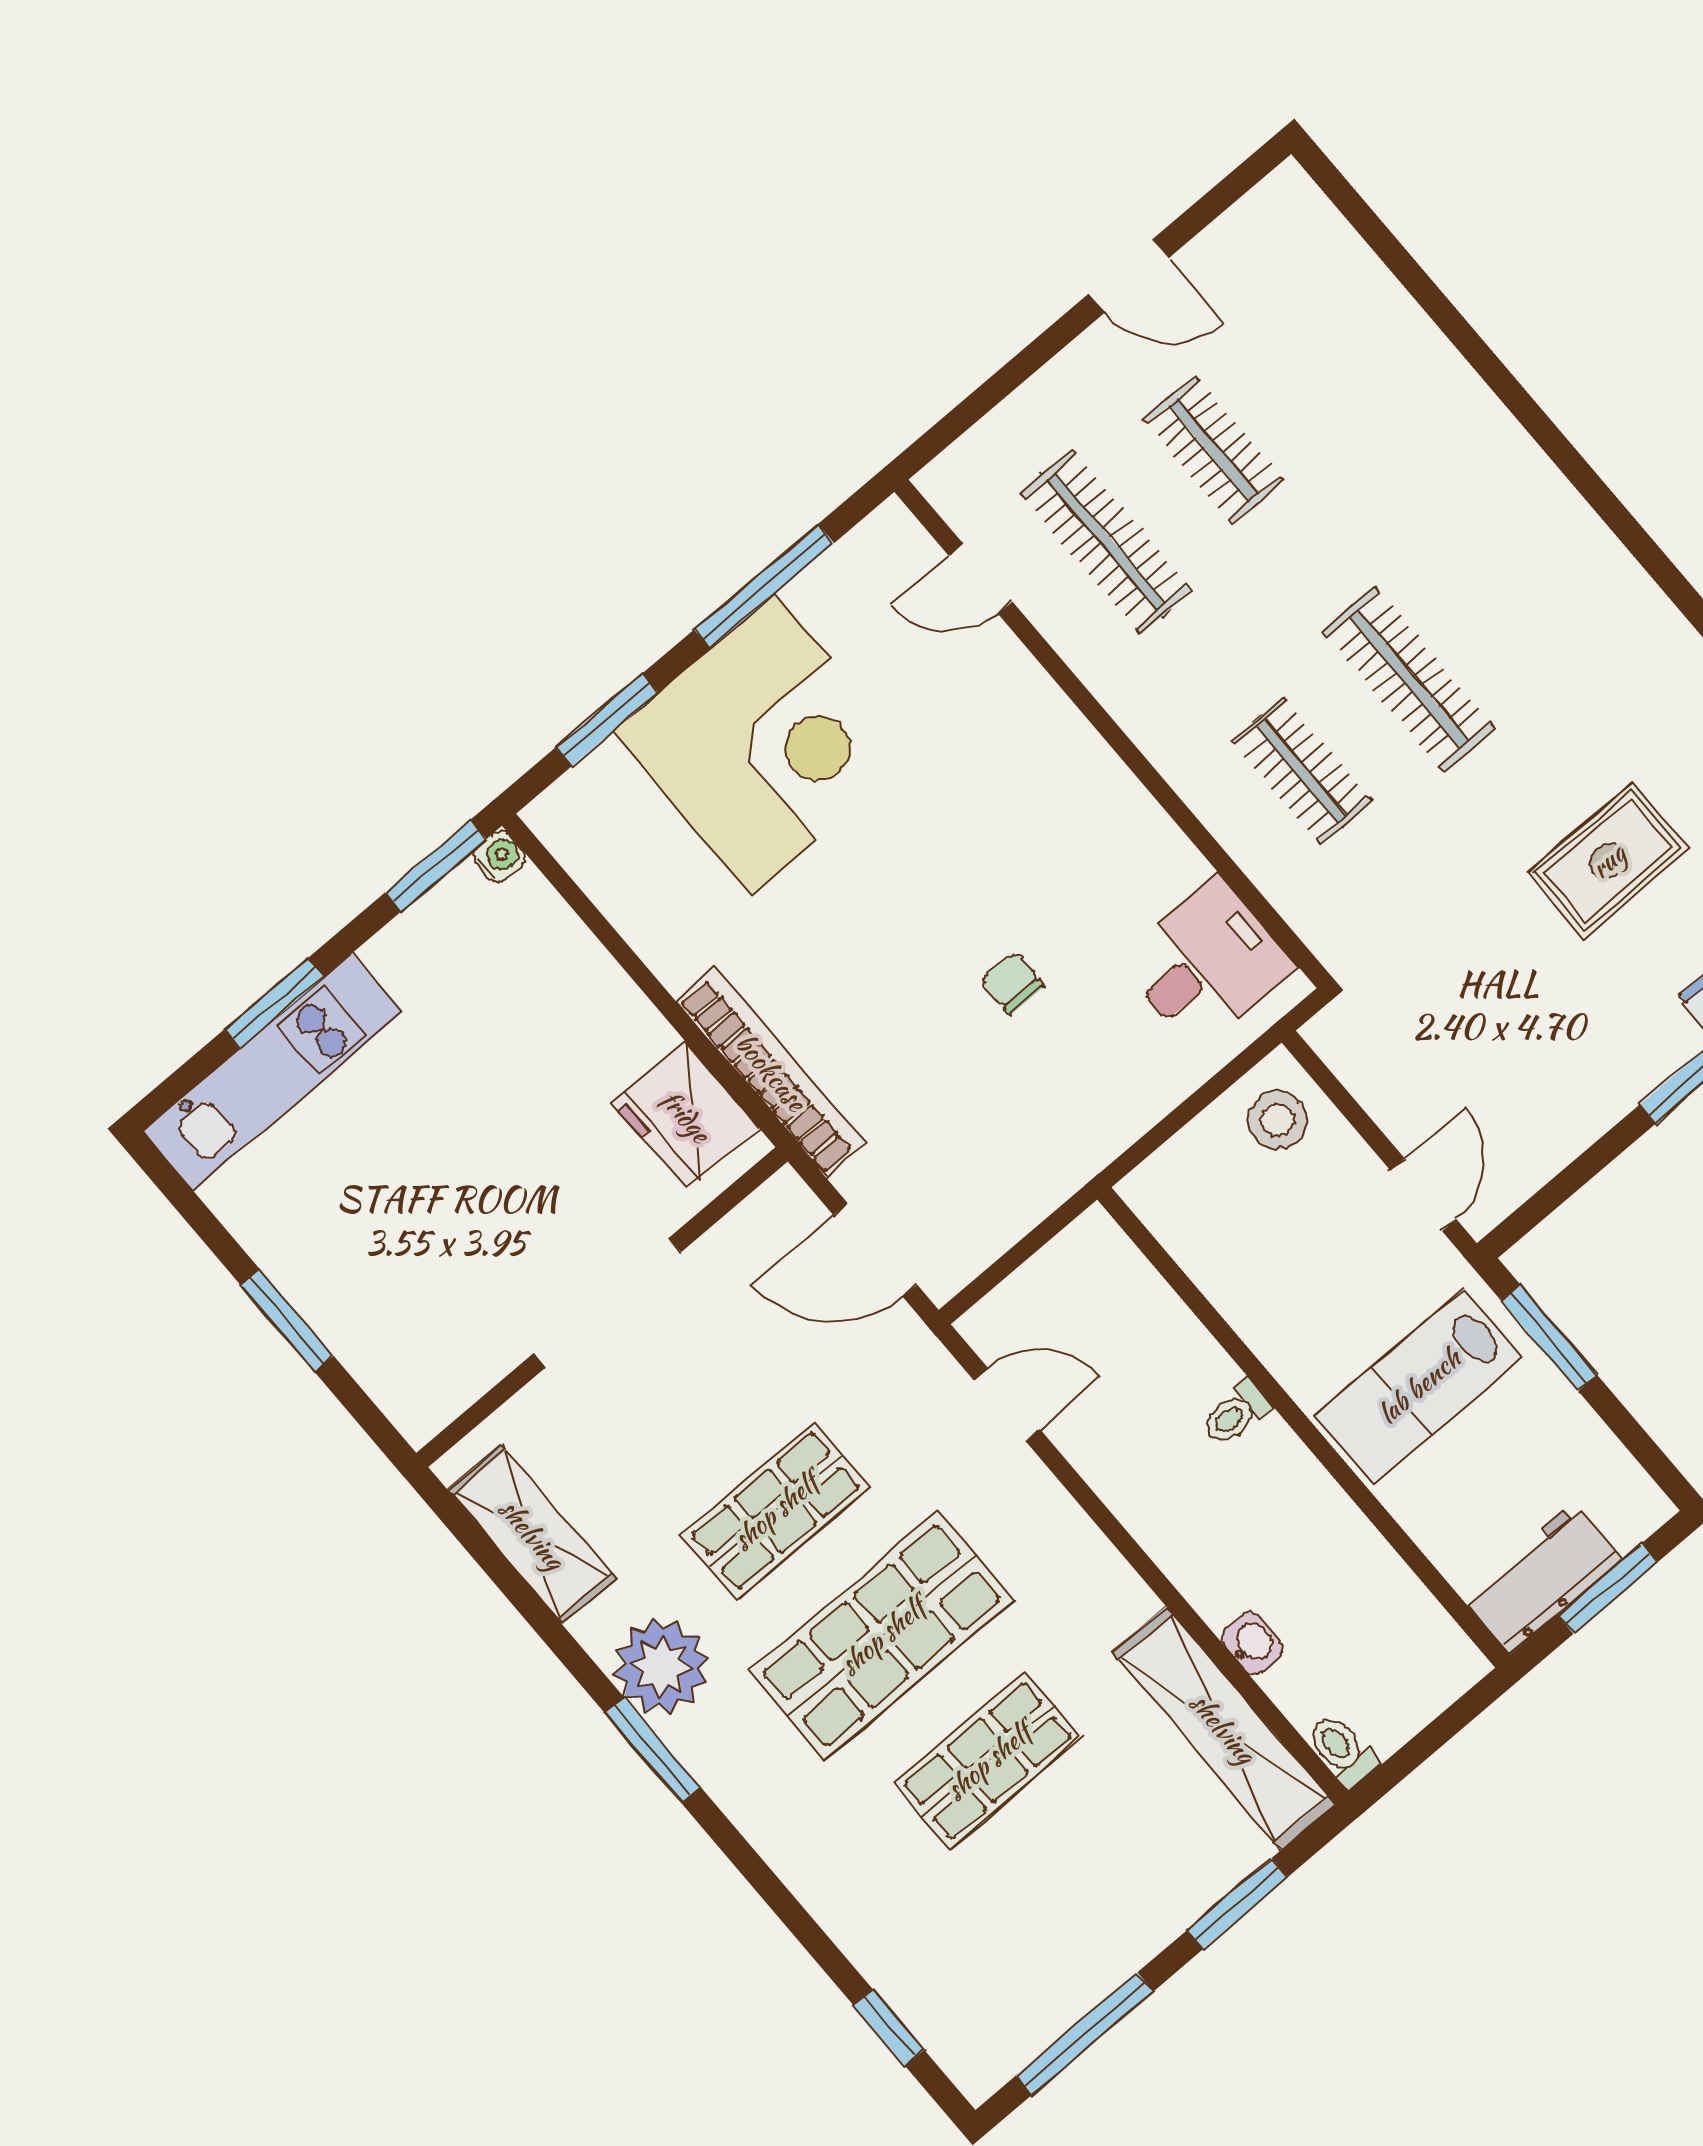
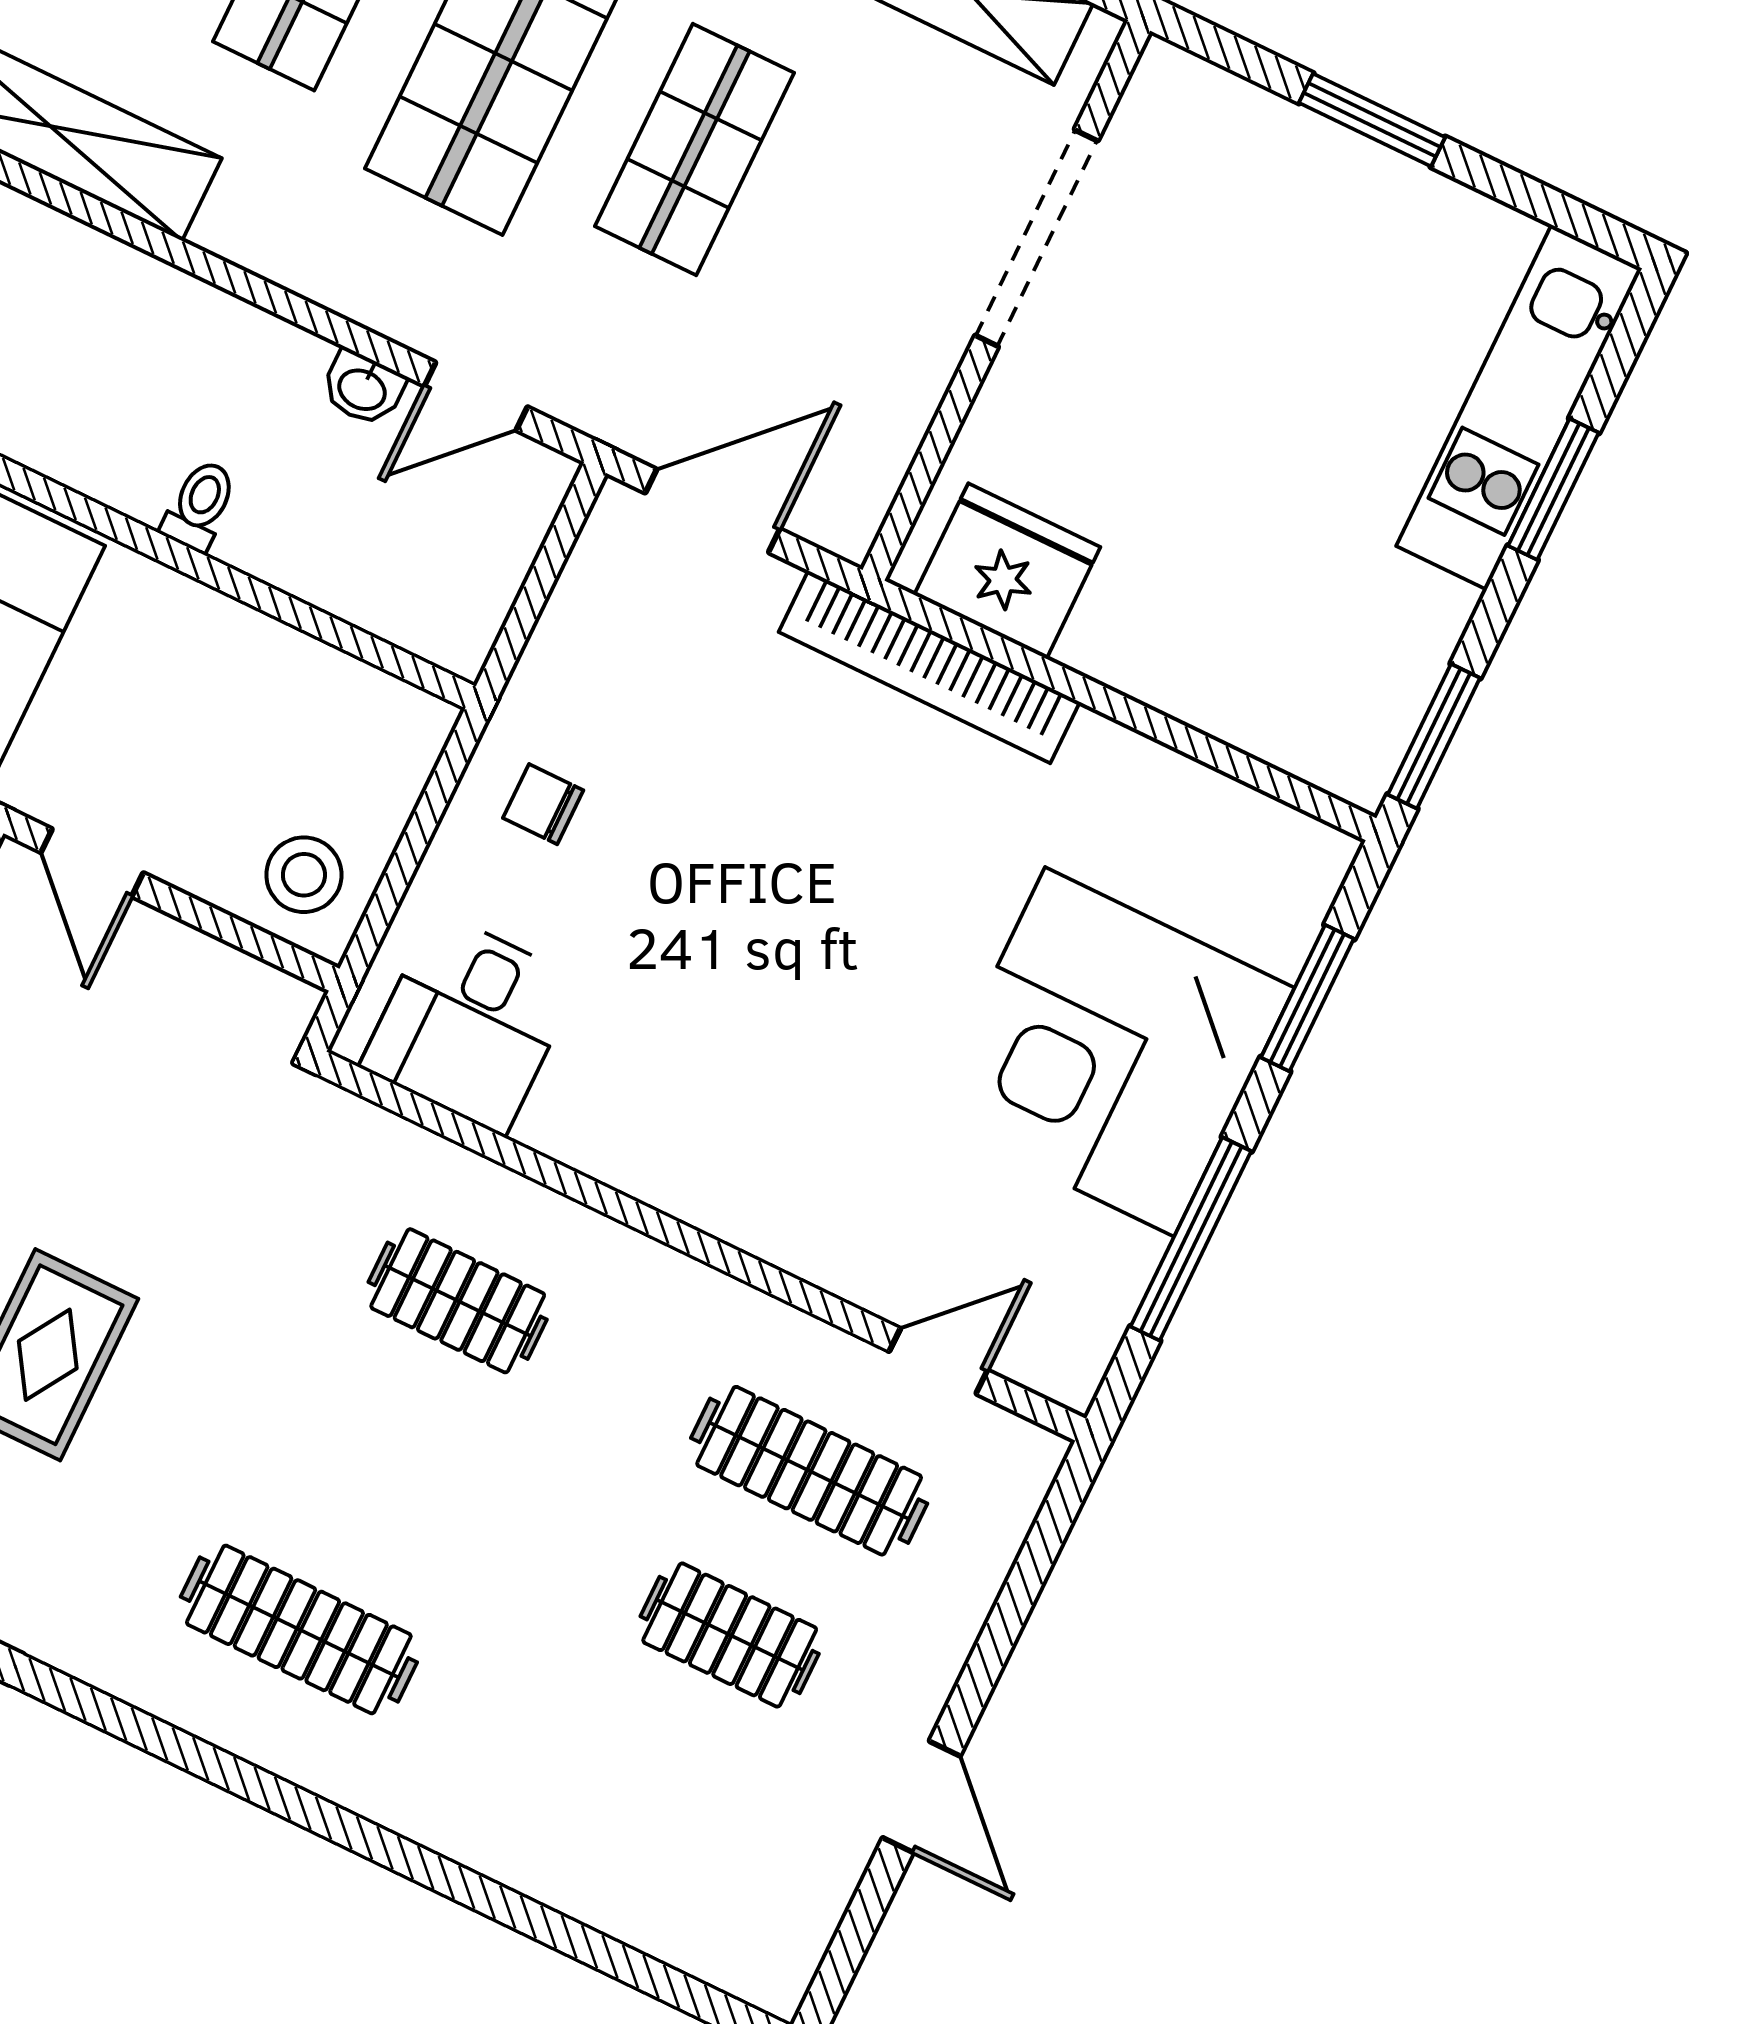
door: (1129, 276) -> (921, 1797), swing flipped
clothes rail: (1409, 680) -> (299, 1629), moved
water cooler: (499, 857) -> (1363, 780), removed
chair: (1012, 983) -> (543, 804), moved, turned 180
doorway: (607, 1303) -> (1036, 238), moved
washbasin: (1252, 1643) -> (363, 388), moved

